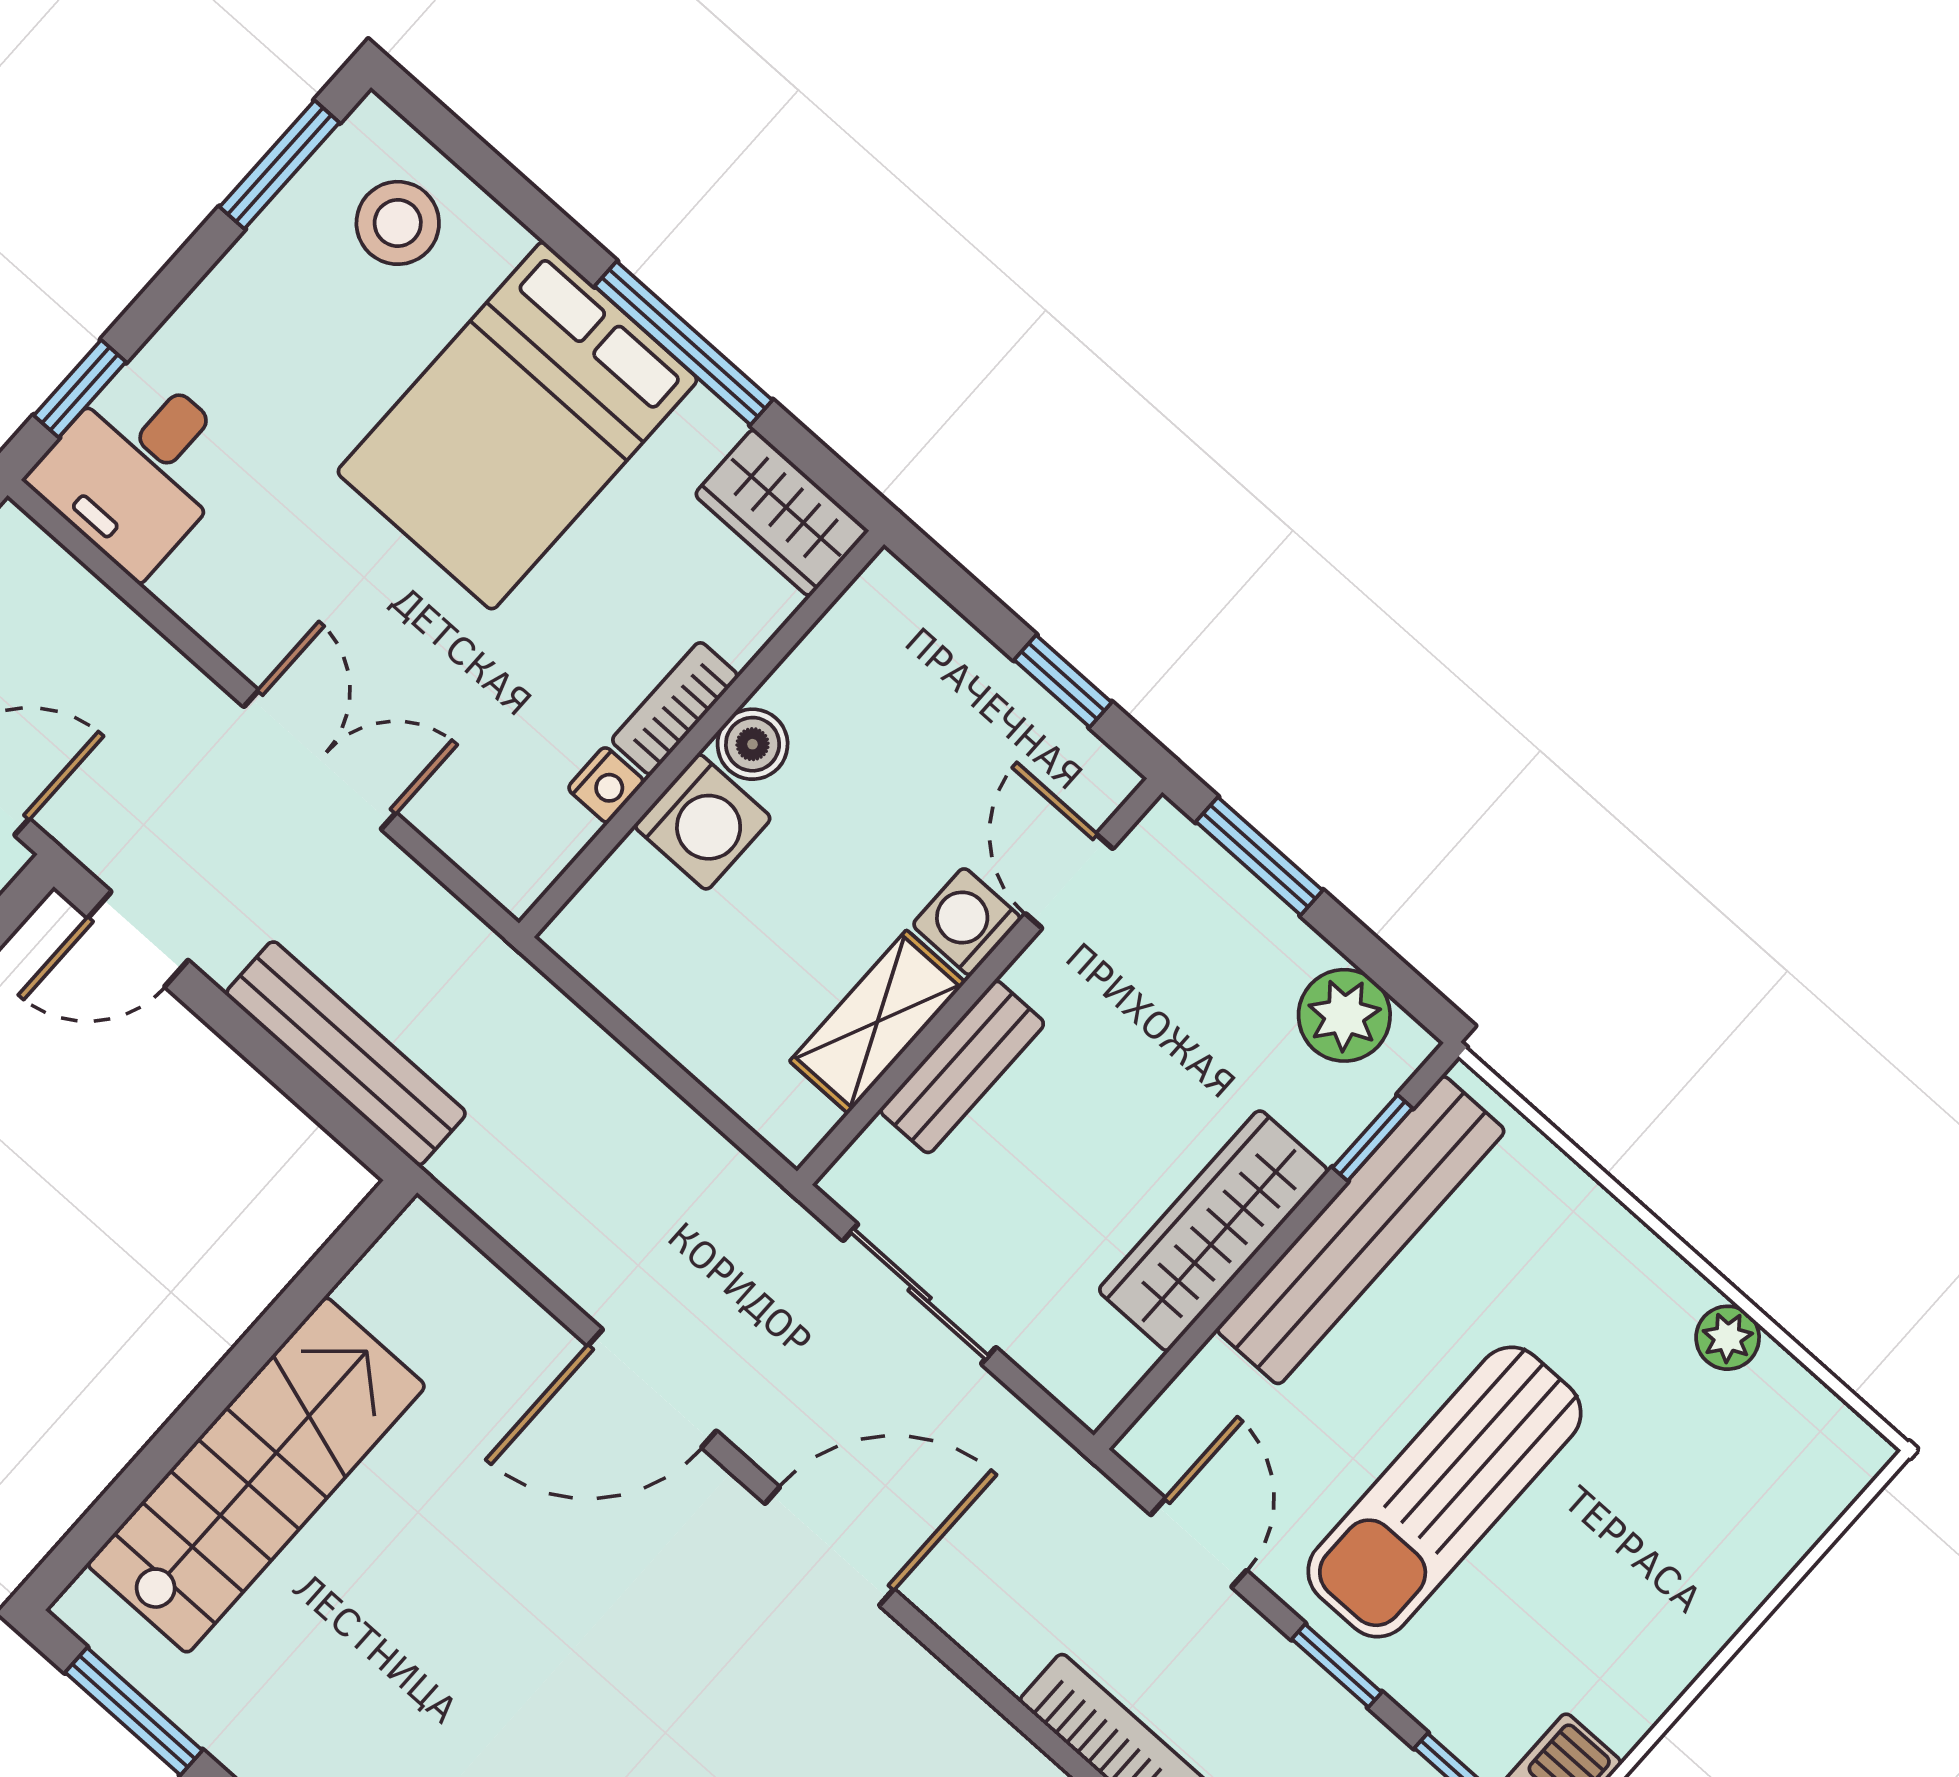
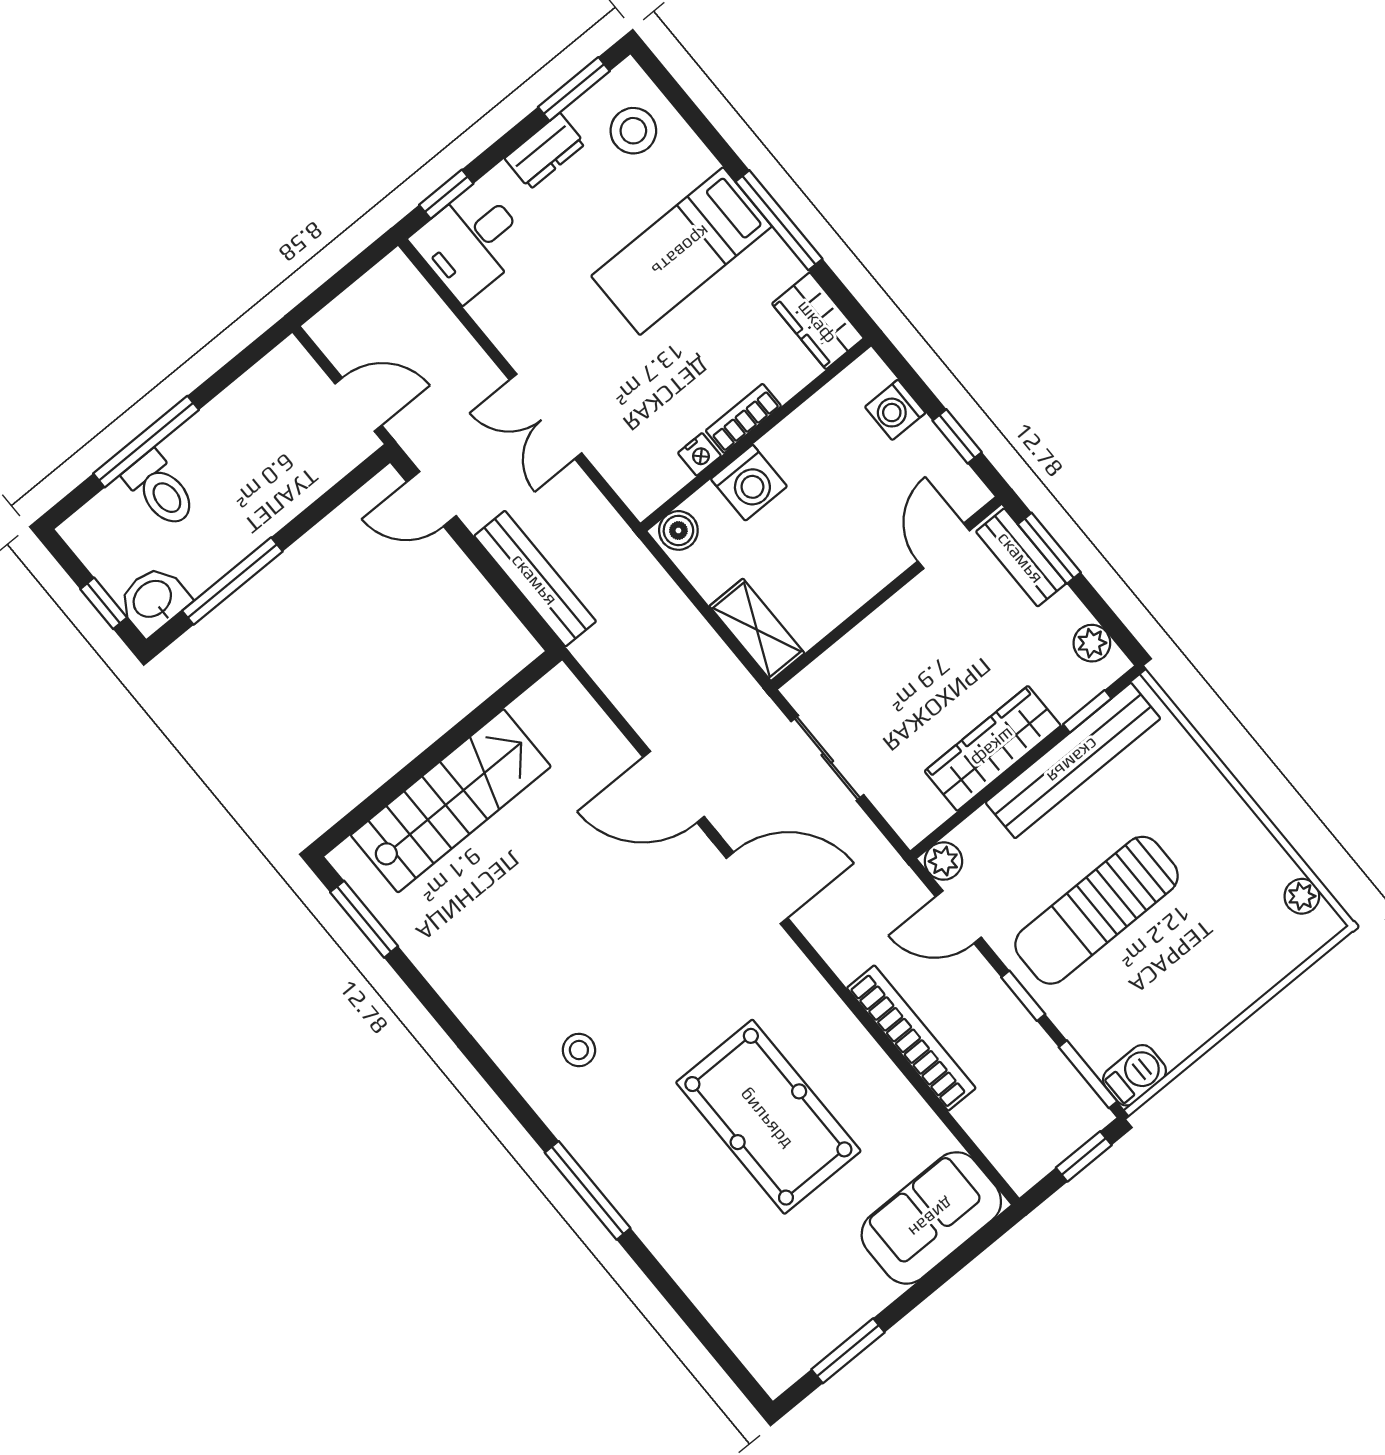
dresser: (245, 284) -> (545, 151), added
bed: (517, 426) -> (681, 251), width x0.67
boiler: (753, 744) -> (678, 530), moved
double door: (320, 760) -> (546, 416), swing flipped
washing machine: (967, 922) -> (895, 410), moved, turned -90
plant: (1344, 1015) -> (1092, 643), width x0.73, depth x0.73
shelving: (877, 1022) -> (757, 630), moved, turned 90
bench: (962, 1067) -> (1021, 557), moved, turned 90
plant: (1728, 1338) -> (1302, 896), moved
plant: (1156, 1446) -> (943, 861), added
door: (1199, 1543) -> (958, 917), swing flipped

